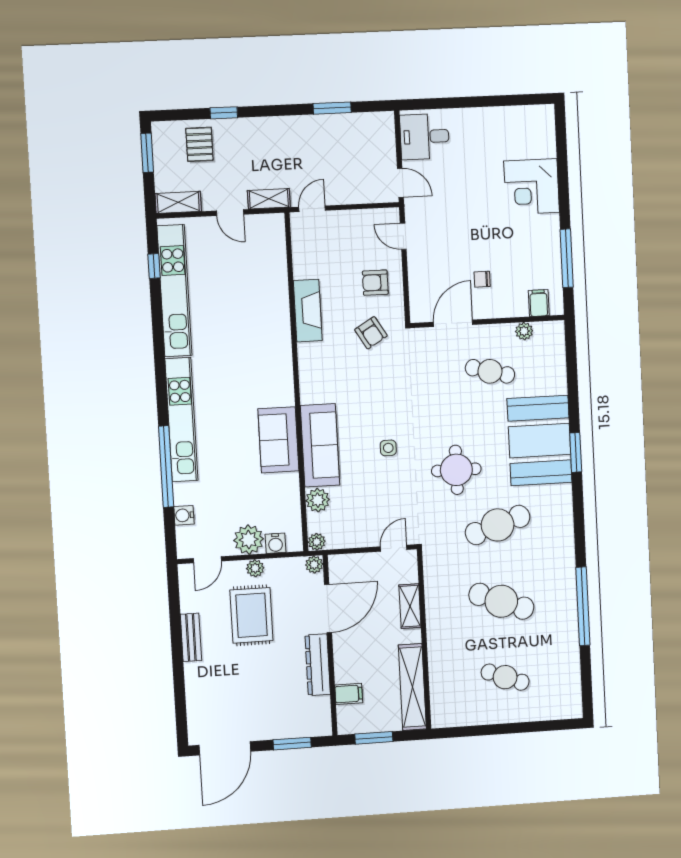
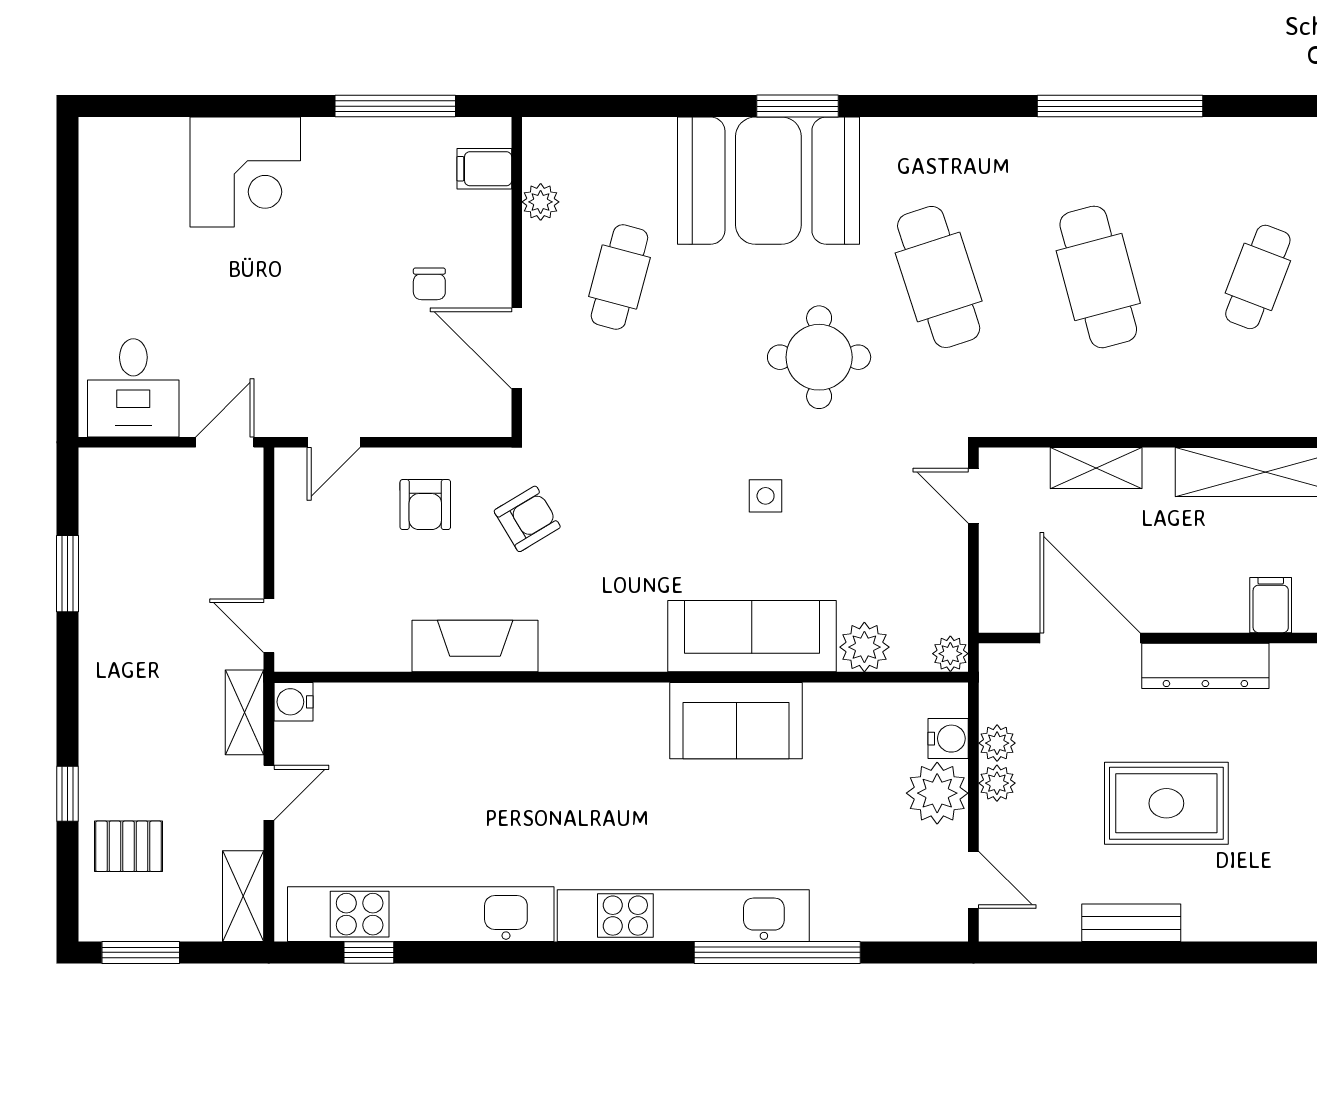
water cooler: (184, 515) -> (293, 702), moved, turned 90
plant: (314, 565) -> (997, 743), moved
cafe table: (501, 601) -> (1098, 277), turned -36
rug: (251, 615) -> (1166, 803), moved

